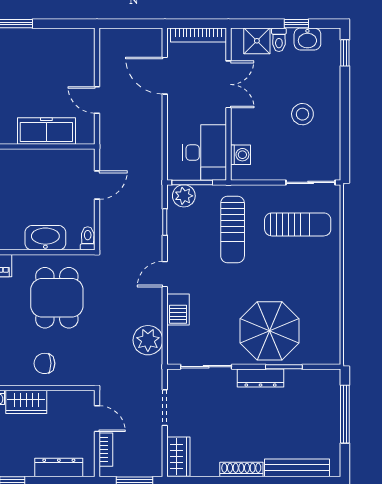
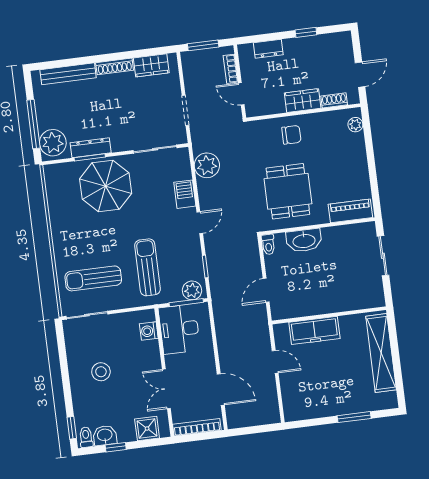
toilet: (279, 40) -> (86, 437), moved
dresser: (261, 378) -> (91, 148), moved
plant: (325, 389) -> (53, 143), added
wardrobe: (178, 457) -> (151, 65), moved, turned -90
dresser: (59, 468) -> (268, 49), width x0.70

